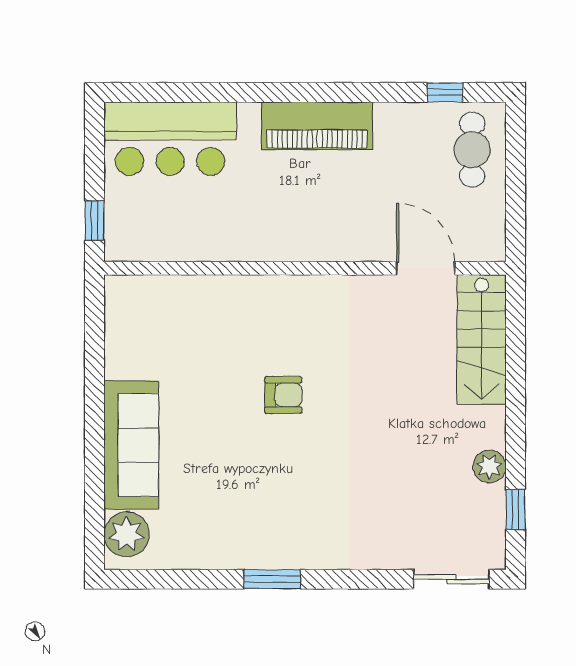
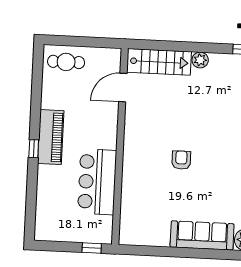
window: (445, 92) -> (34, 149), moved
bar counter: (170, 139) -> (97, 182), moved, turned 180
plant: (490, 466) -> (200, 60), moved

